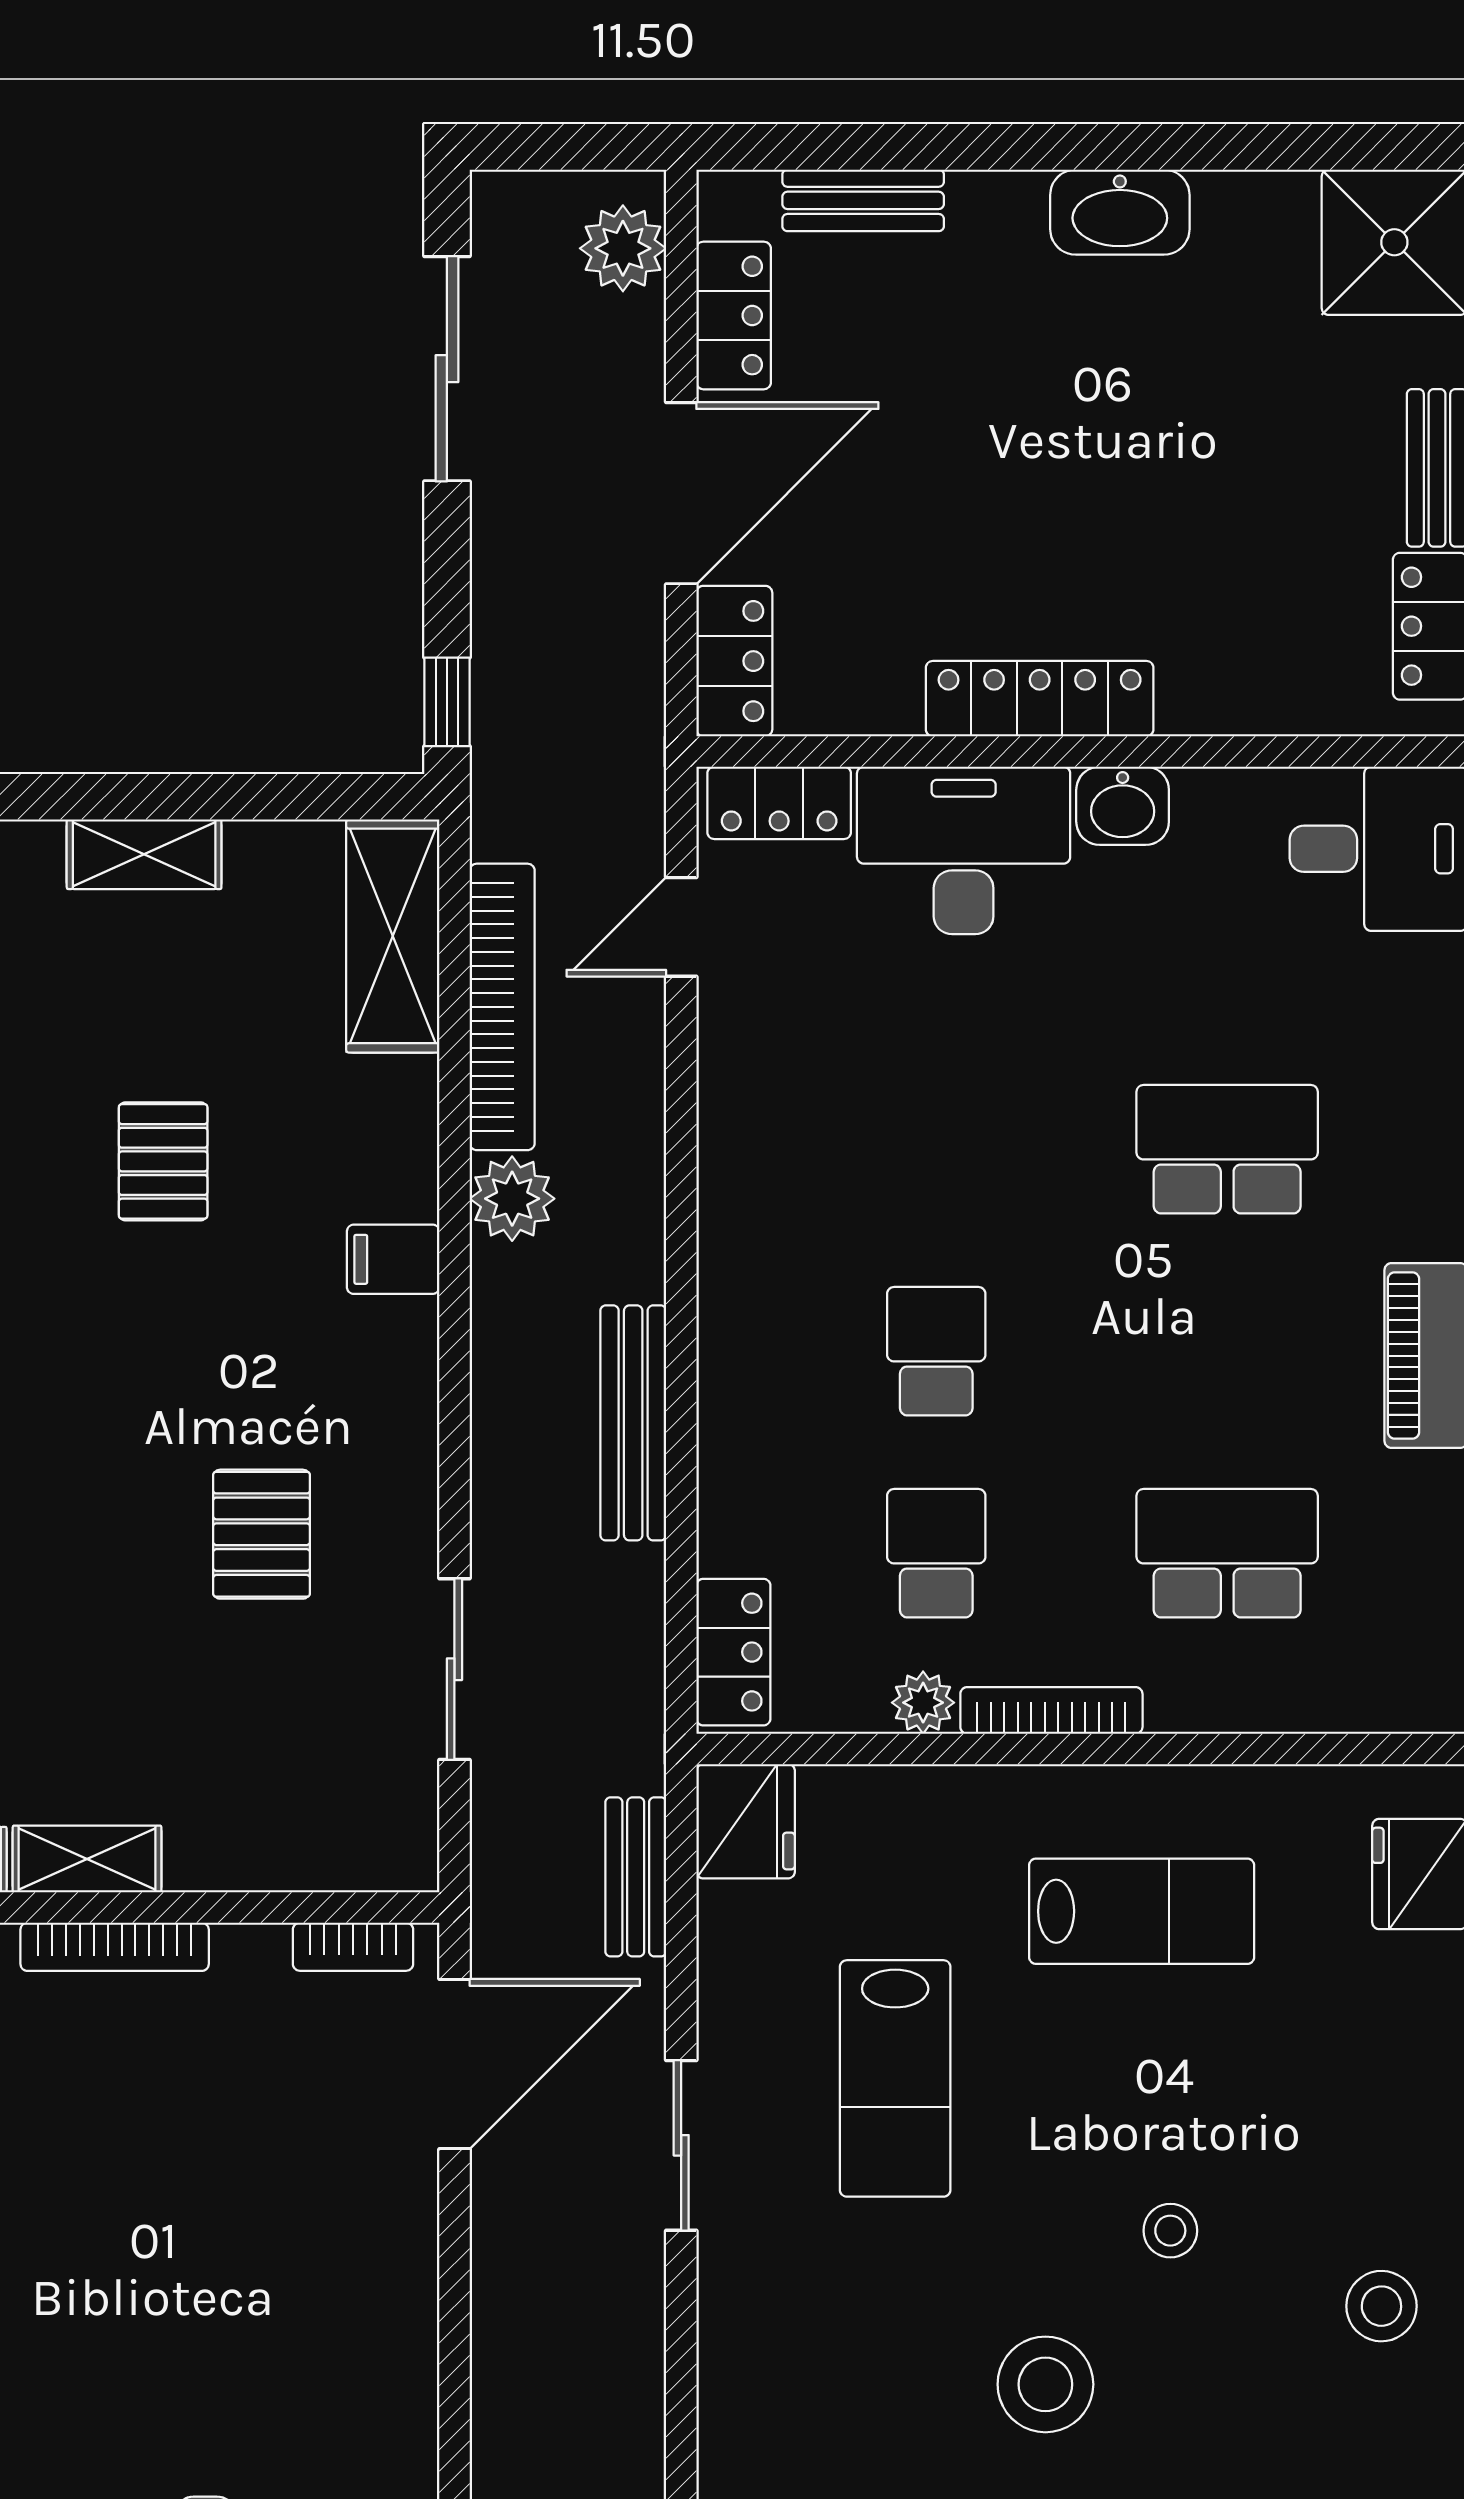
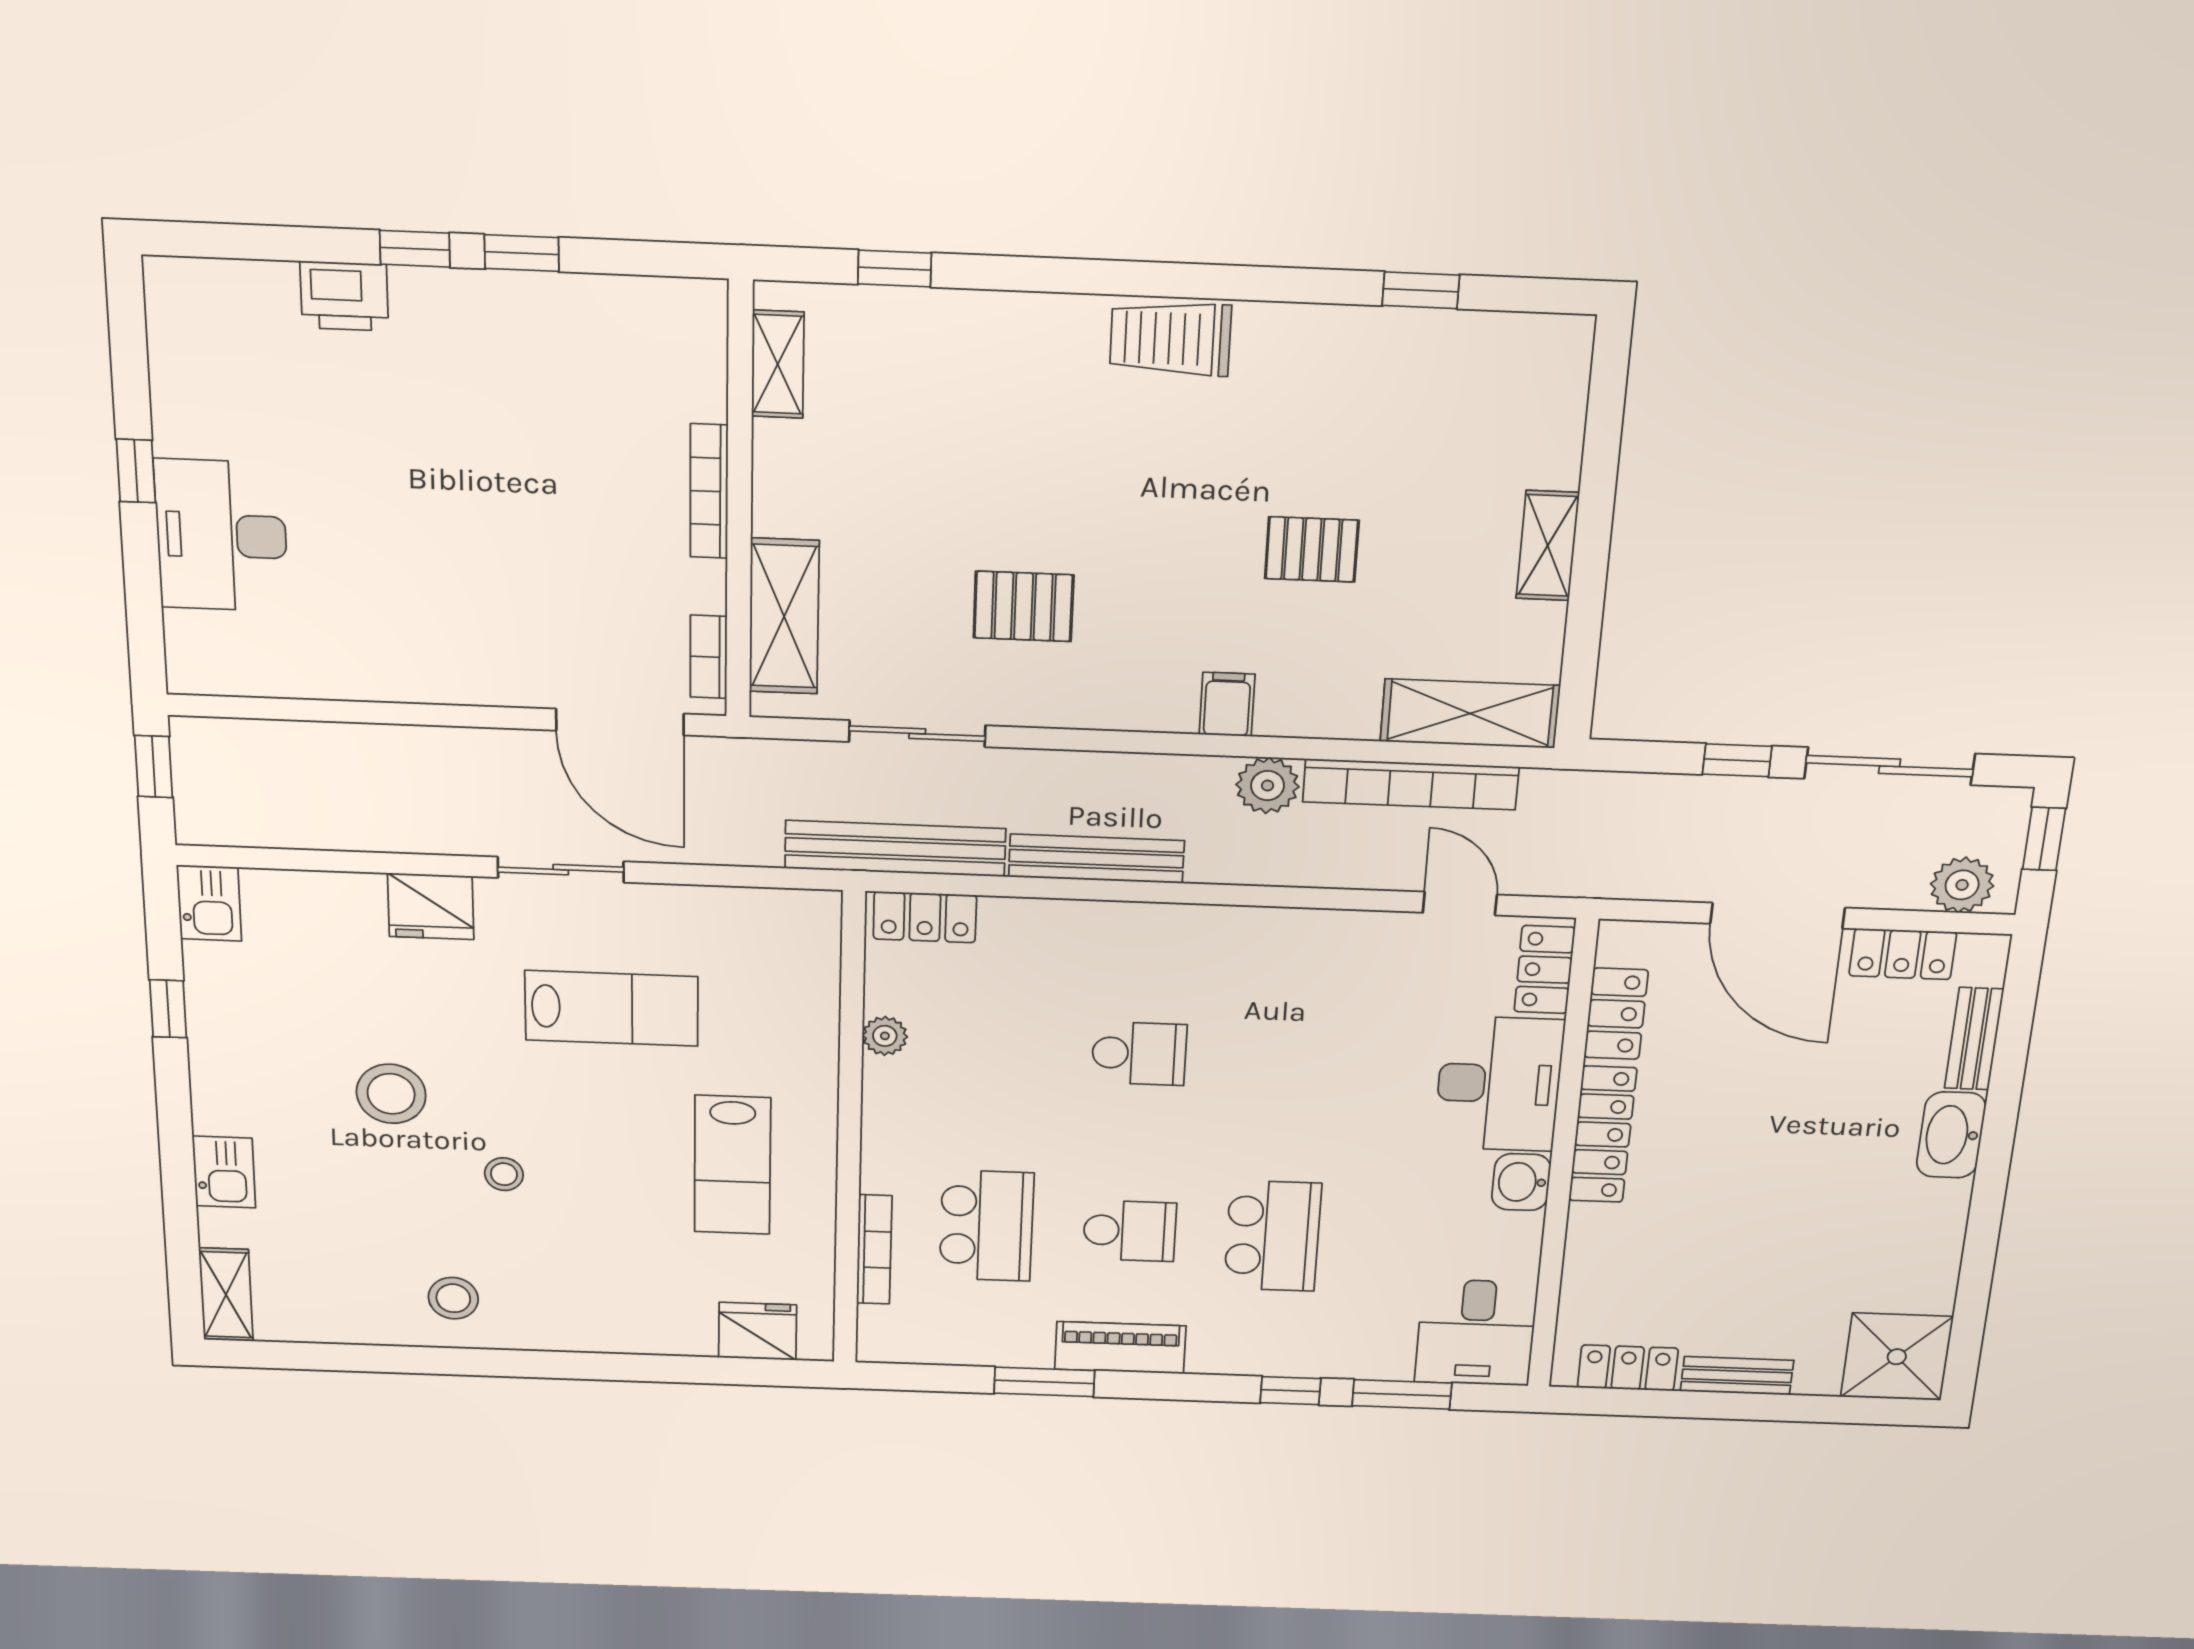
window: (548, 147) -> (2044, 839), added
washbasin: (1120, 212) -> (1951, 1135), moved
locker: (734, 661) -> (1616, 1014), moved, turned -90
window: (447, 702) -> (1737, 760), moved
school desk: (936, 1553) -> (1130, 1231), moved
bookcase: (1051, 1710) -> (874, 1250), moved
fridge: (746, 1821) -> (431, 906), moved
shelving: (87, 1859) -> (784, 616), moved, width x1.50, depth x1.33
bench: (636, 1877) -> (895, 848), moved, width x1.86, depth x1.21
lab bench: (895, 2078) -> (611, 1008), turned 180

